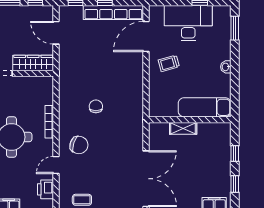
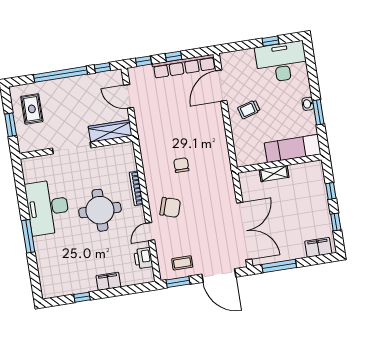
desk: (188, 23) -> (281, 62), moved
window: (235, 28) -> (318, 112), moved

